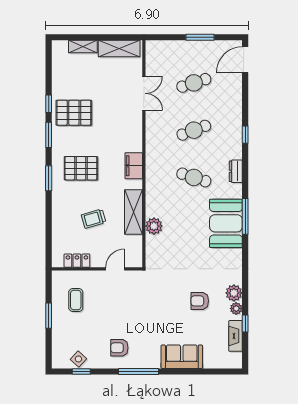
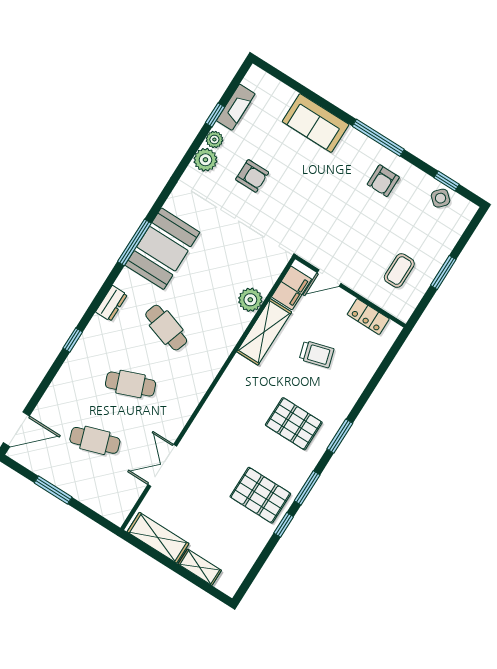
filing cabinet: (134, 166) -> (291, 288), moved
armchair: (119, 348) -> (383, 181), turned 90

